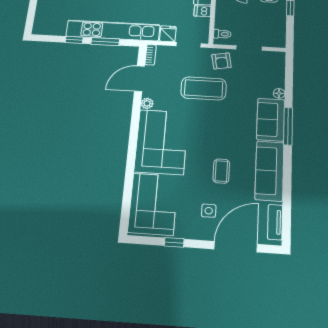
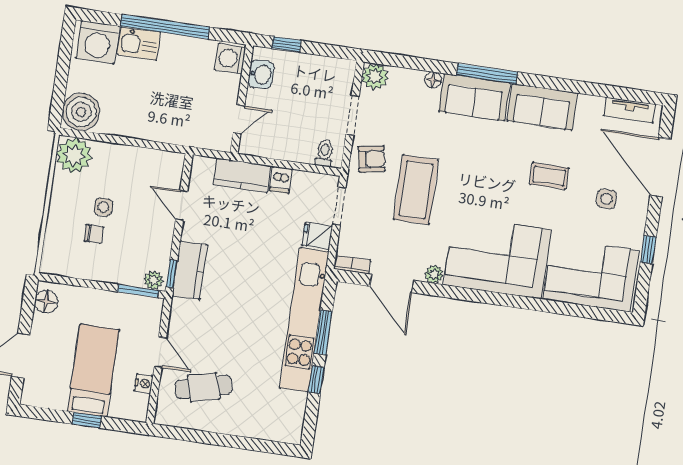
plant: (277, 59) -> (375, 77), added
sofa: (270, 171) -> (542, 107), width x0.73

